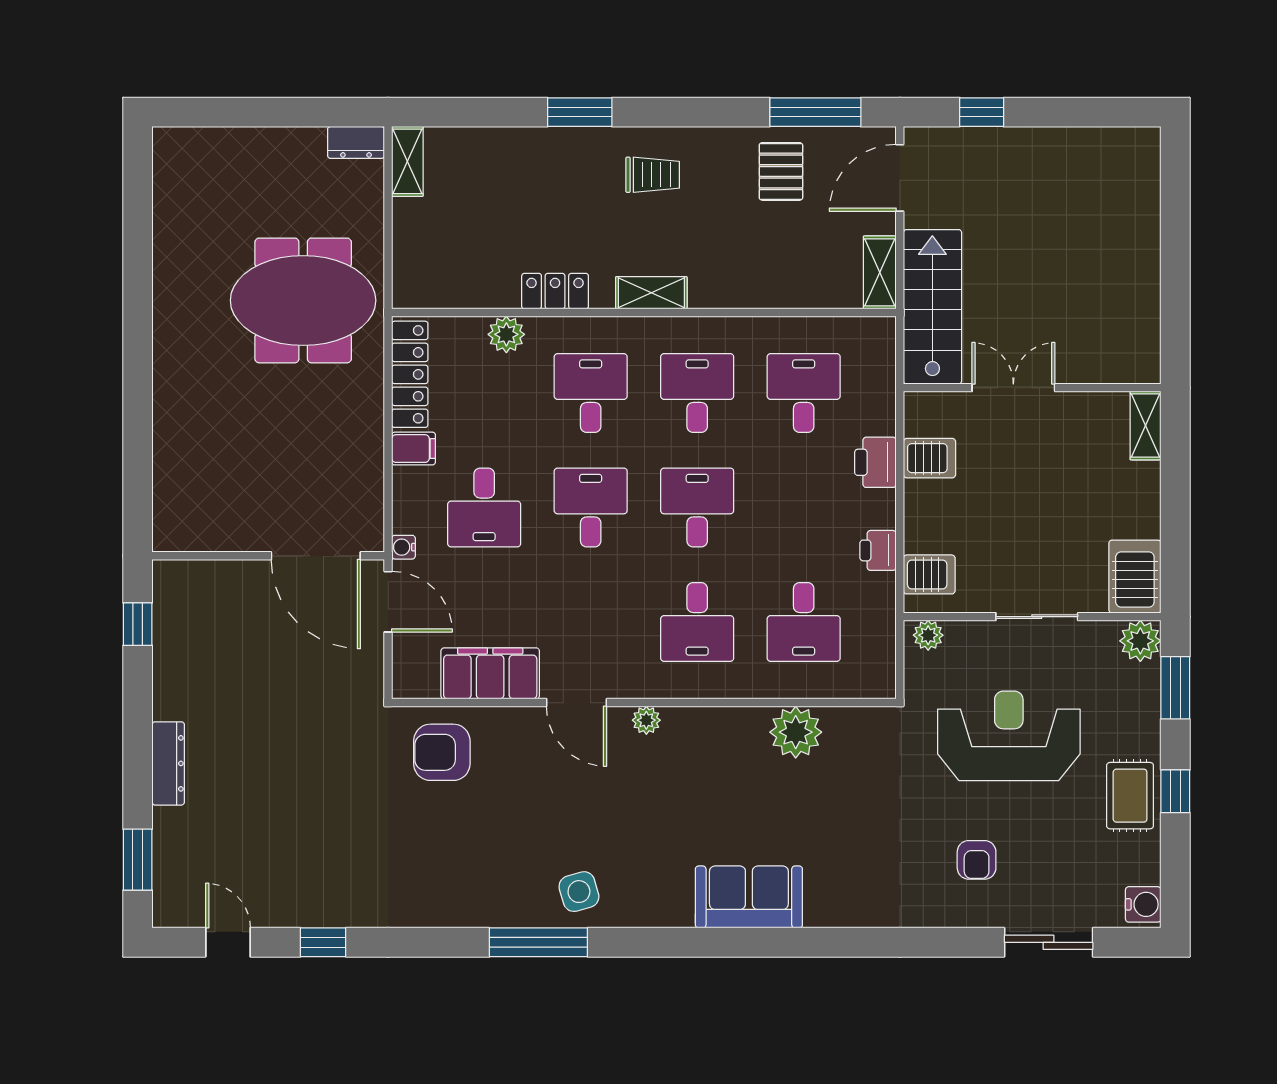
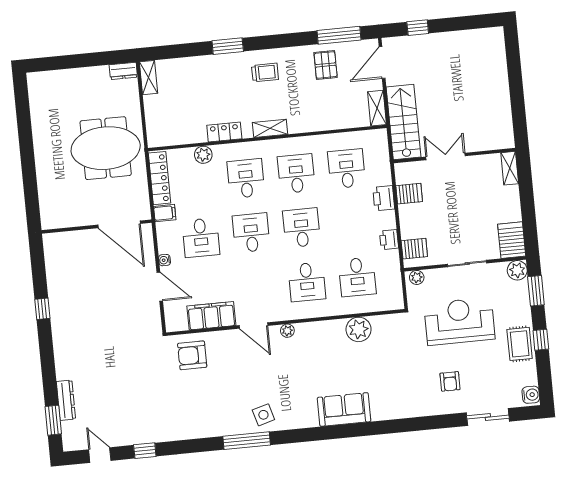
wall: (268, 556) -> (97, 226), moved
door: (316, 556) -> (119, 224), moved
dresser: (168, 763) -> (66, 400), moved

